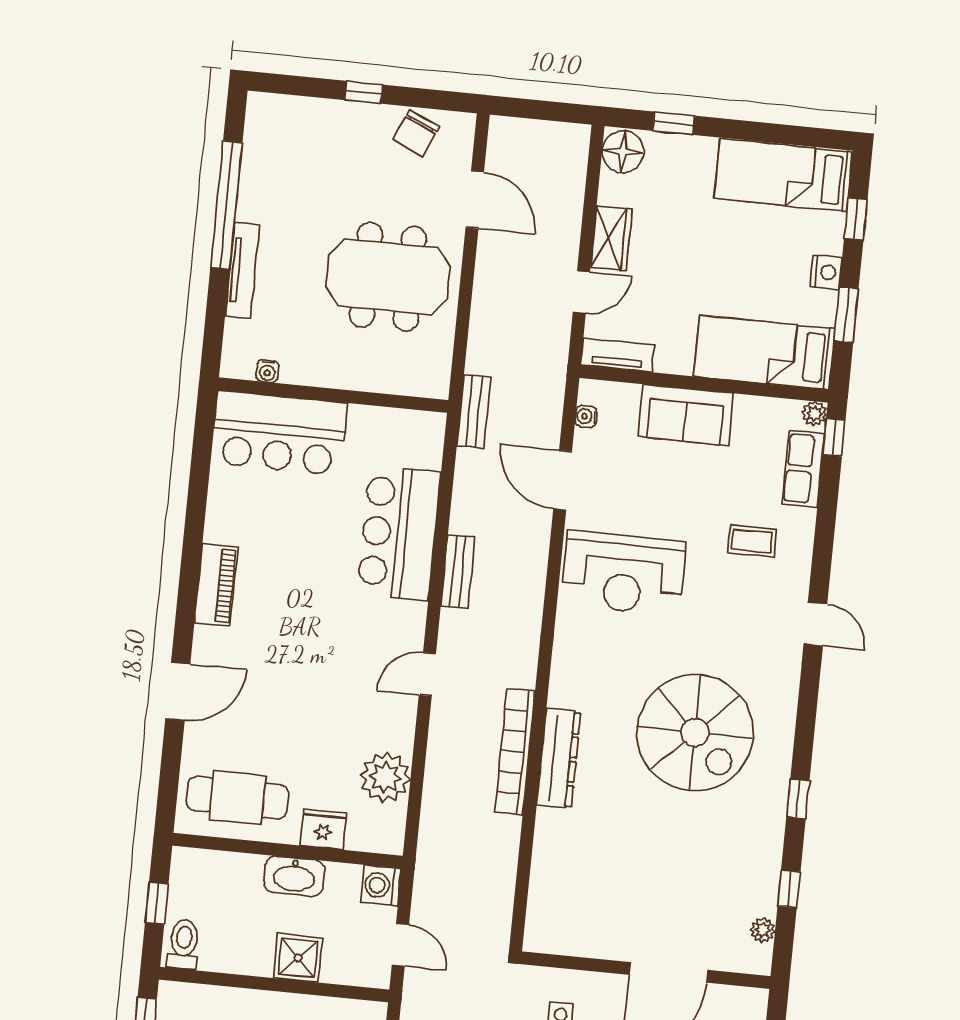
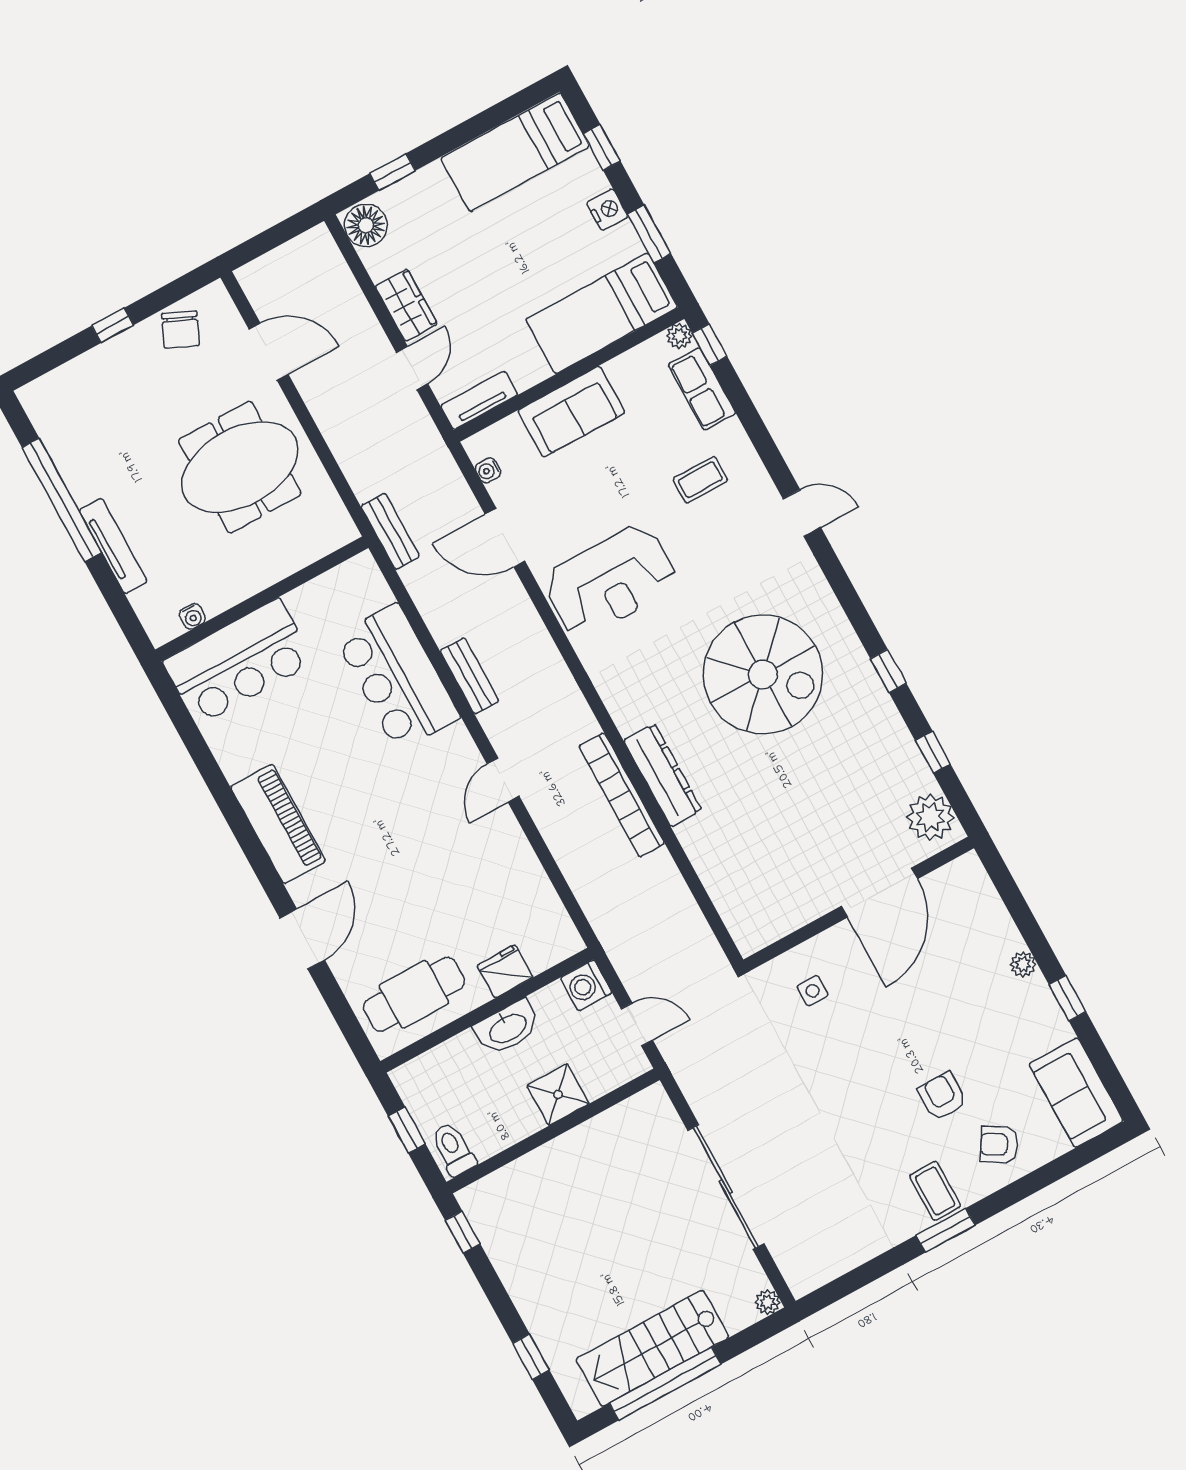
piano: (216, 585) -> (278, 824), width x1.37, depth x1.33
plant: (385, 777) -> (527, 892), removed
plant: (763, 930) -> (930, 817), width x1.88, depth x1.88

